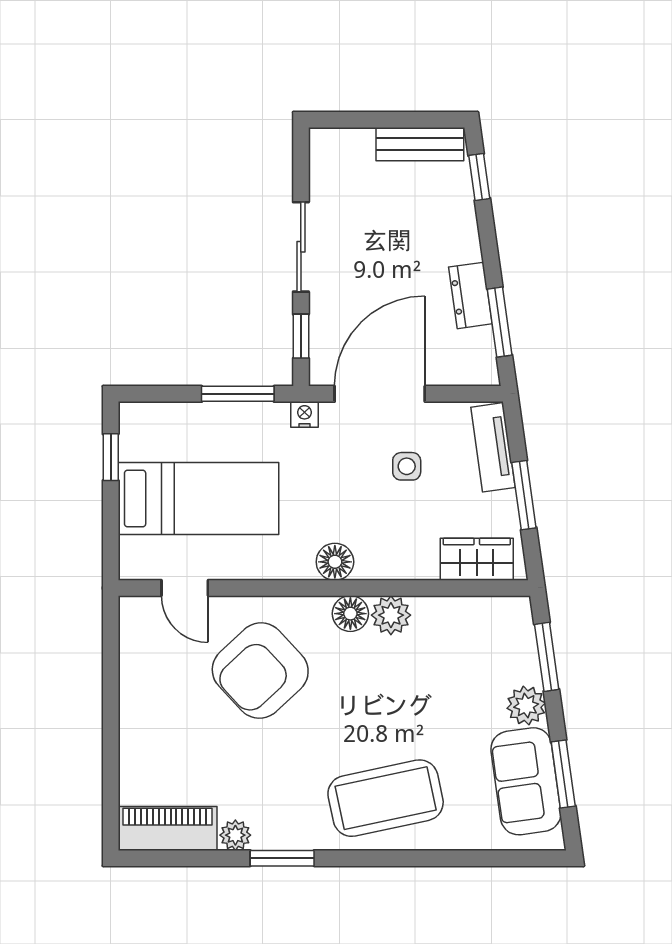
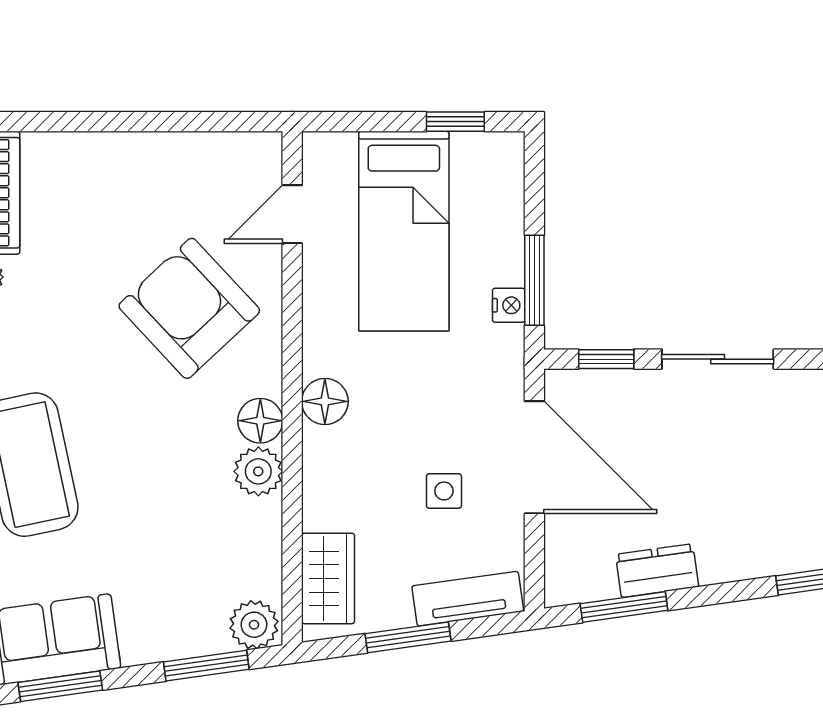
nightstand: (304, 414) -> (509, 305), moved
plant: (526, 706) -> (254, 625), moved

